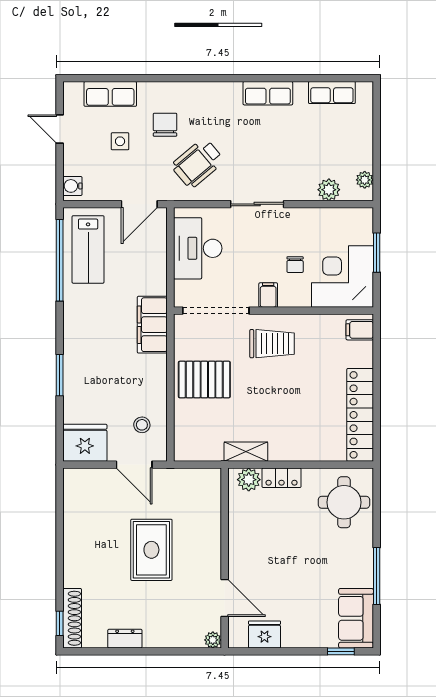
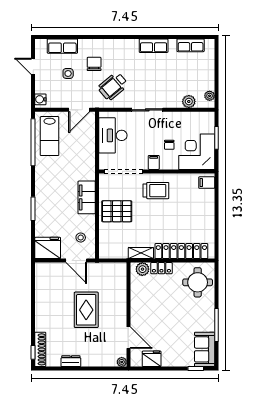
filing cabinet: (152, 325) -> (87, 197), moved
locker: (360, 415) -> (181, 251), moved, turned 90

